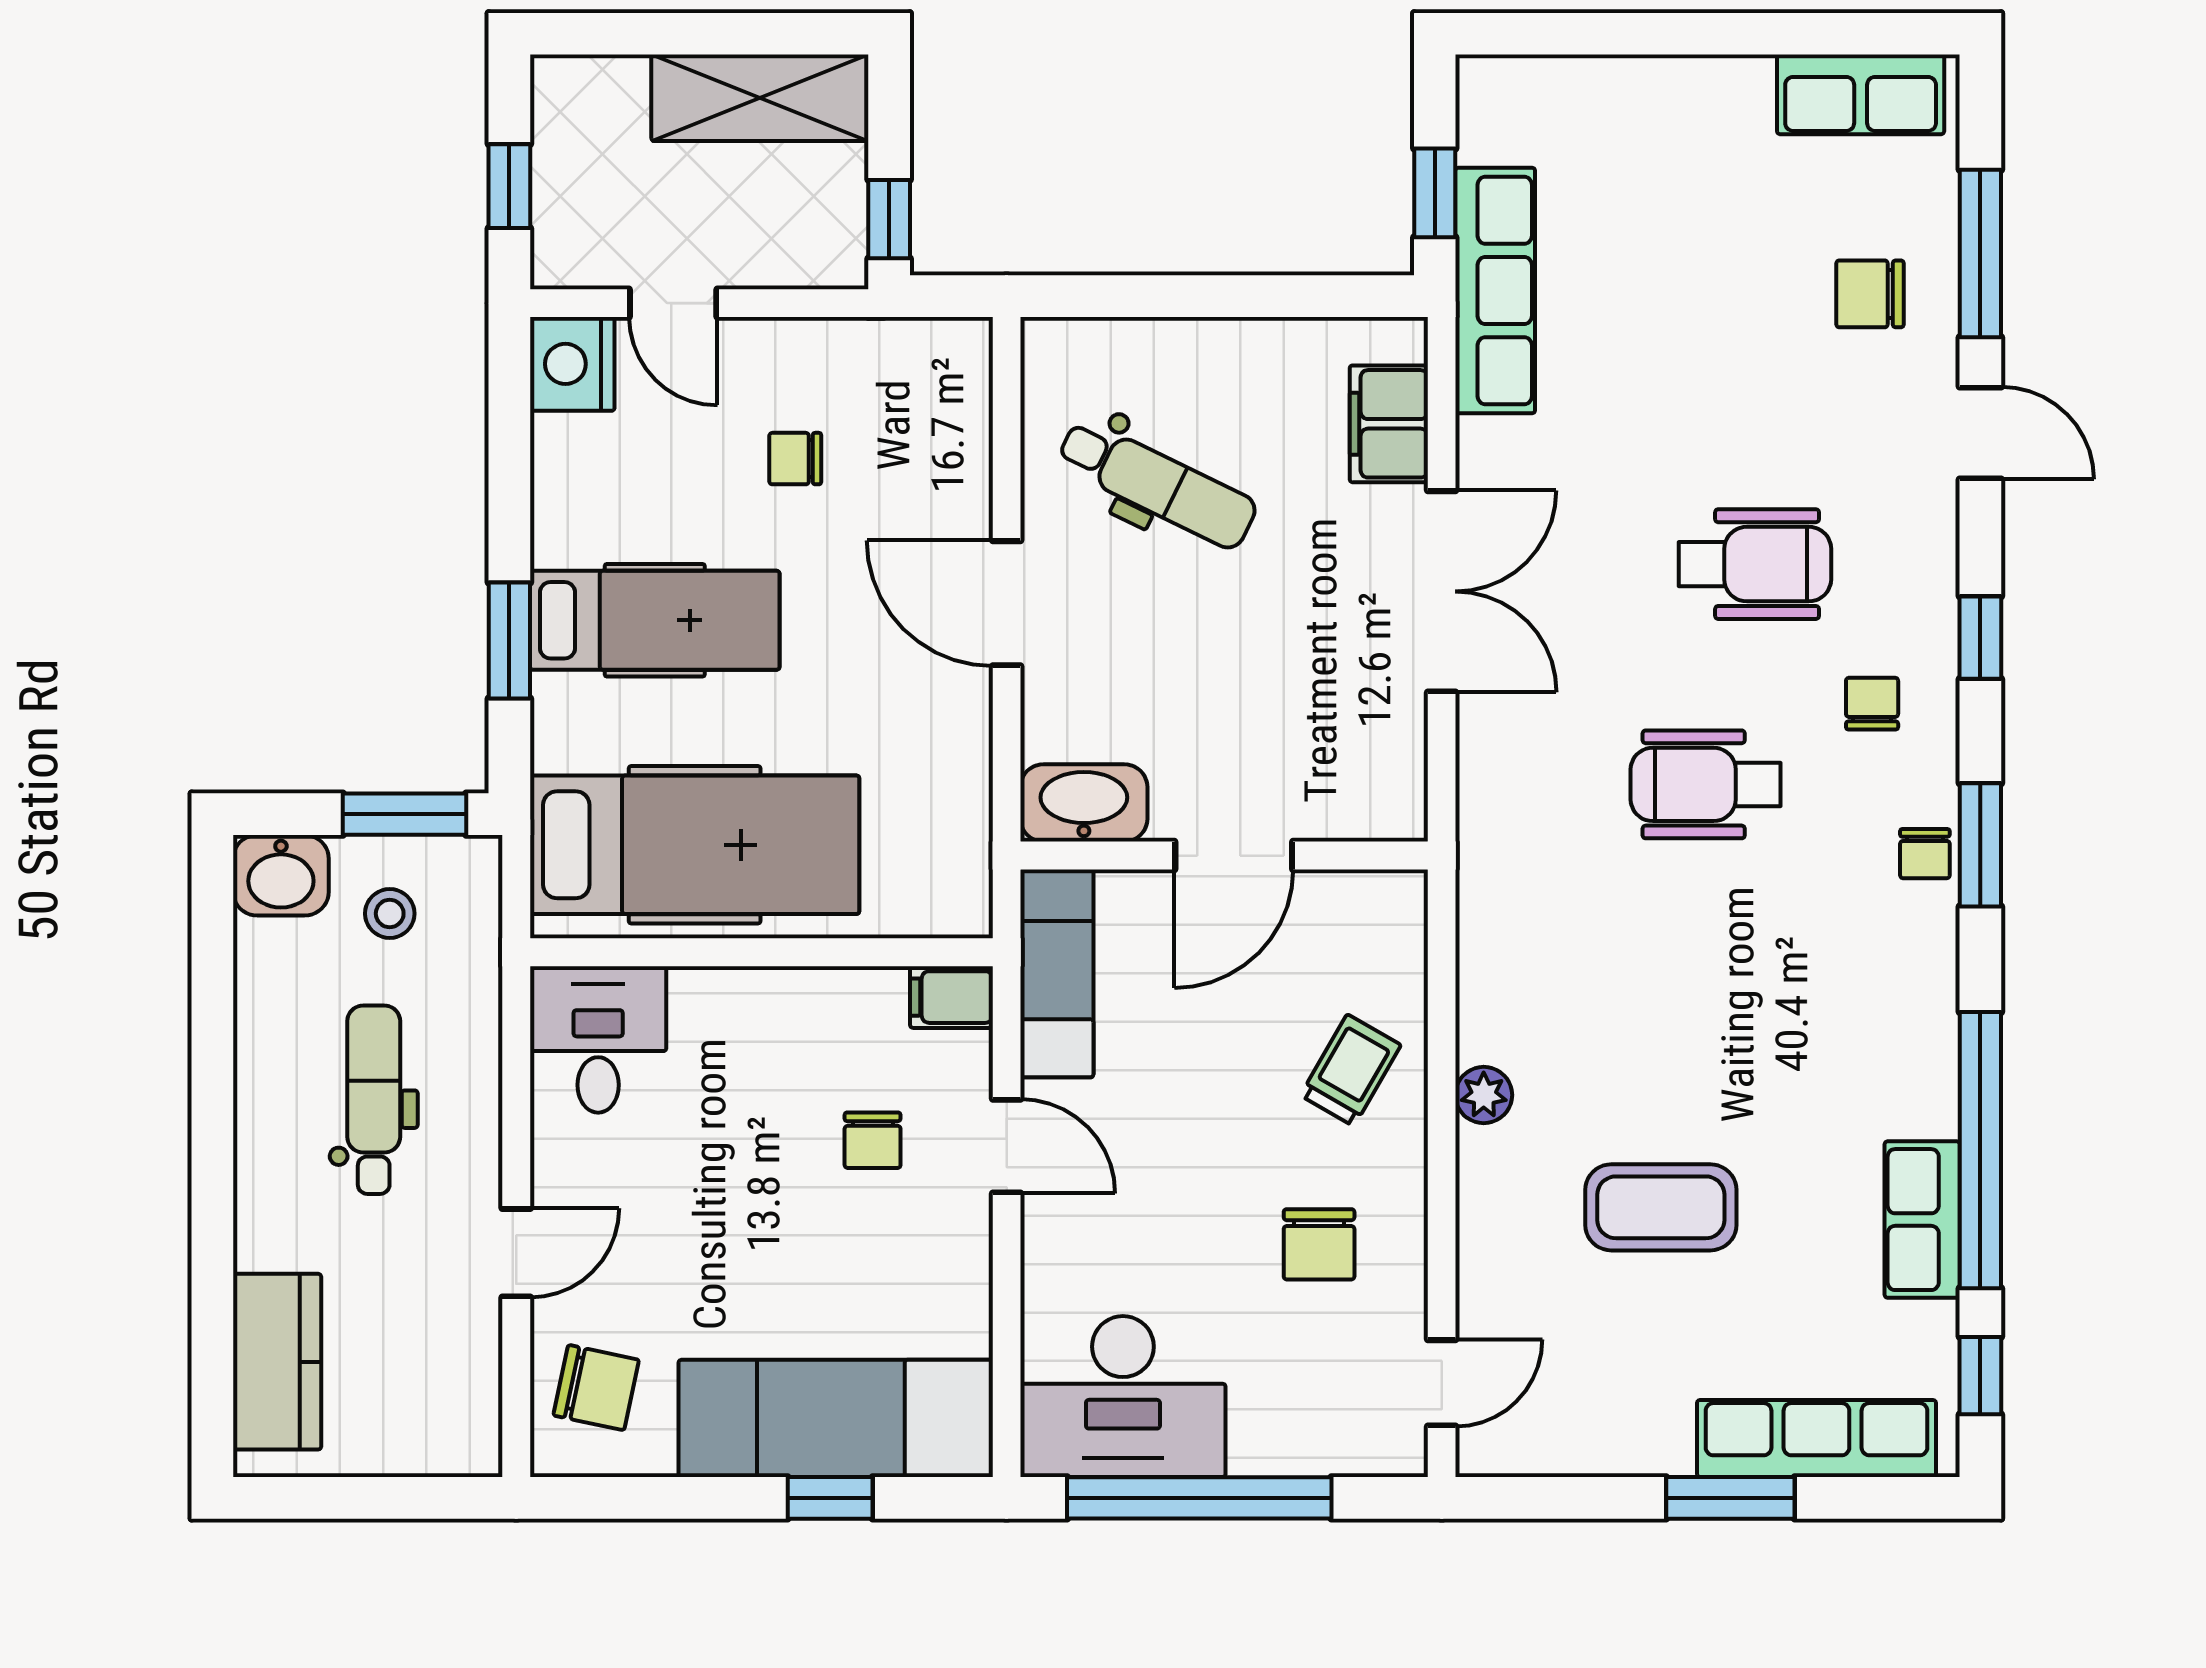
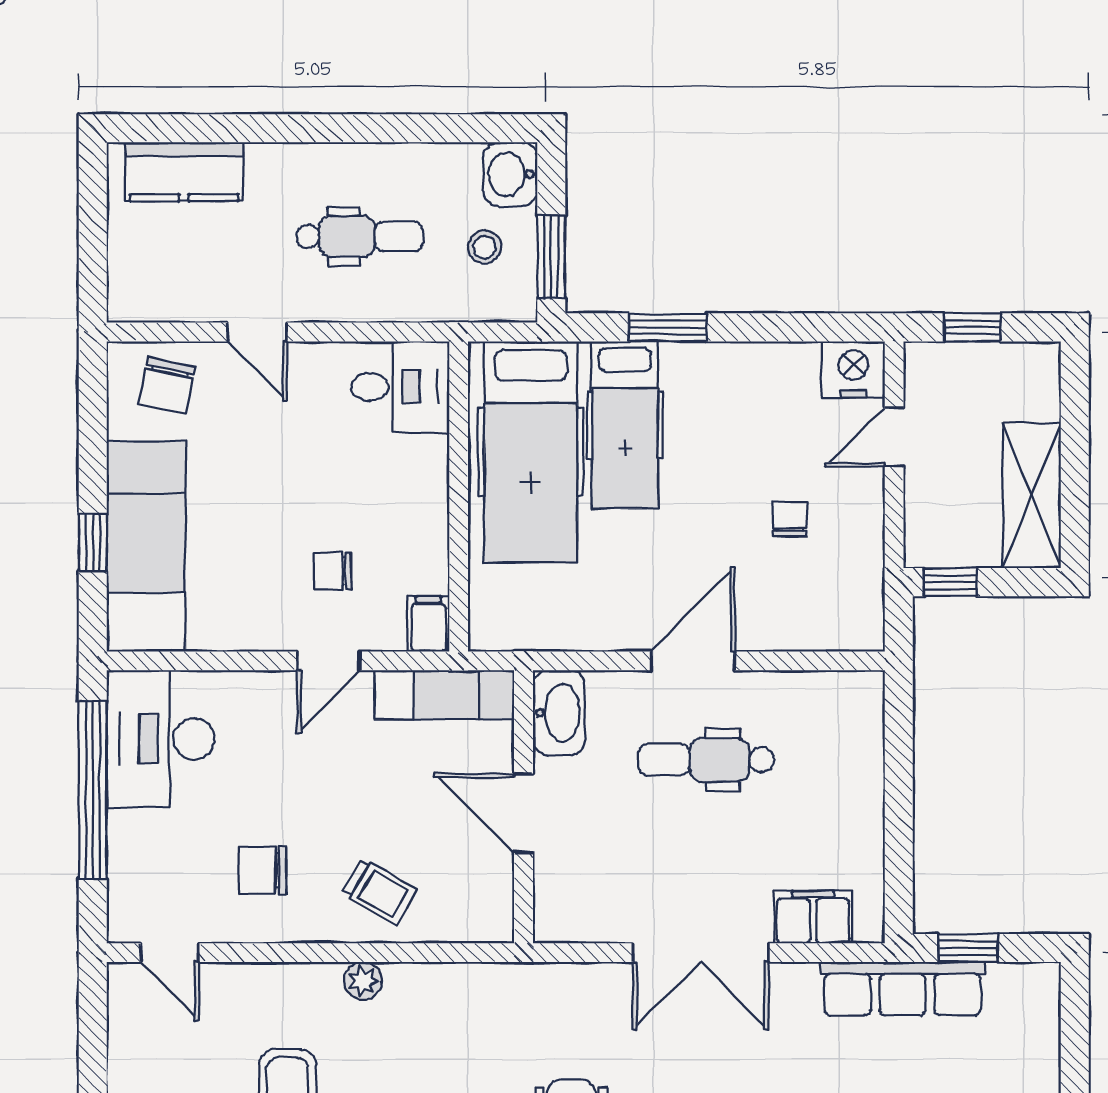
dental chair: (1157, 484) -> (706, 760), moved, turned 64
hospital bed: (655, 620) -> (625, 425), moved

